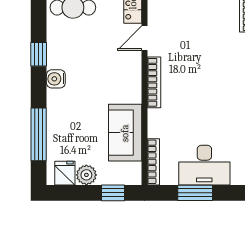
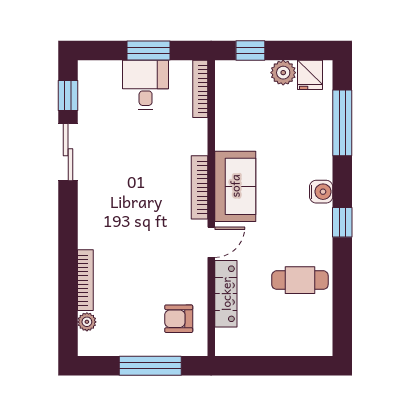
sofa: (125, 133) -> (235, 186), moved
desk: (204, 165) -> (146, 85), width x0.73

